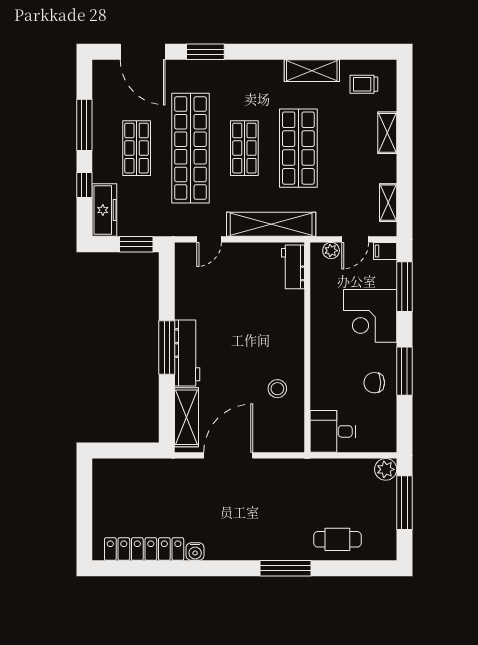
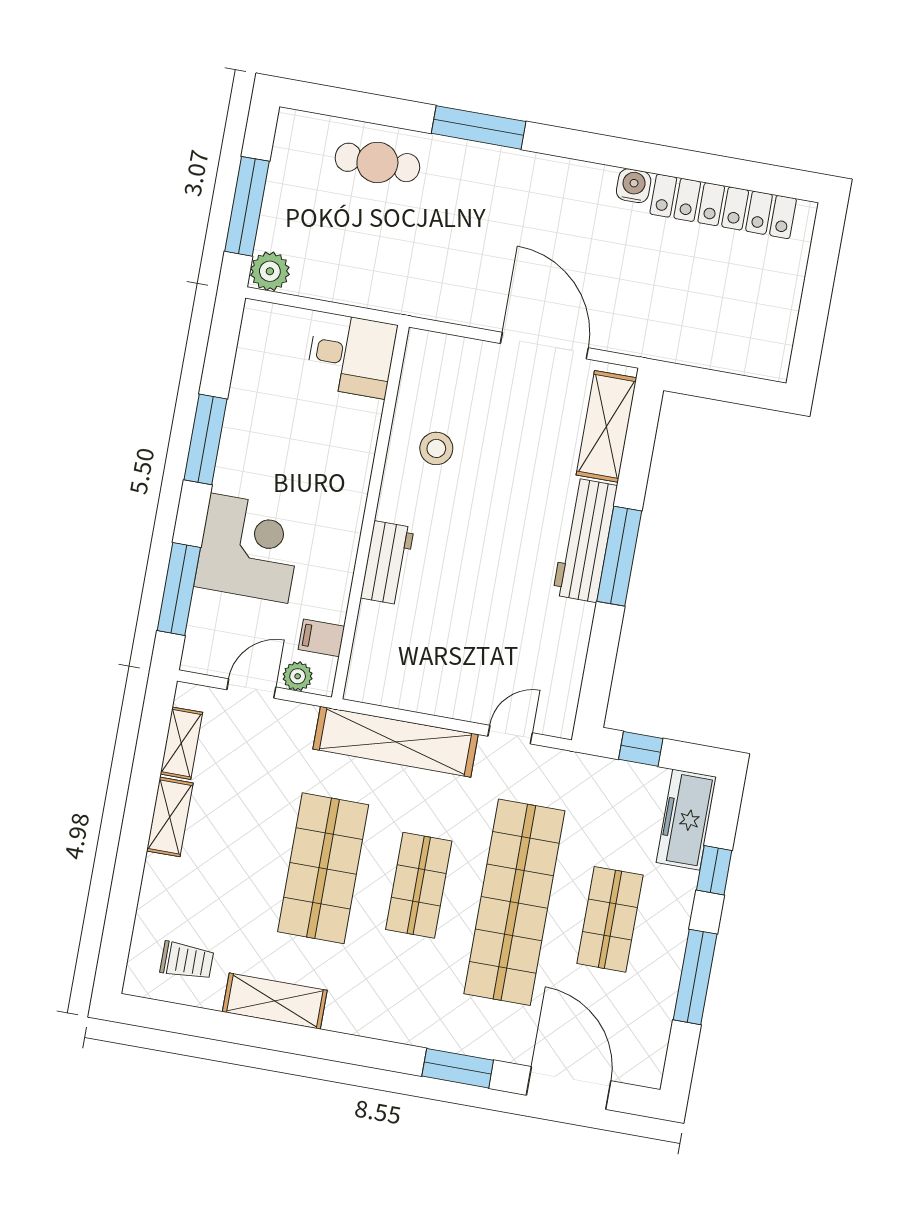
shelving: (387, 133) -> (170, 817), moved
window: (136, 244) -> (641, 749), width x0.67
filing cabinet: (385, 251) -> (321, 638), moved, turned 180
workbench: (293, 267) -> (387, 563), moved
chair: (374, 383) -> (263, 428), removed
door: (228, 455) -> (544, 346), swing flipped

